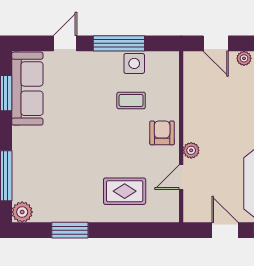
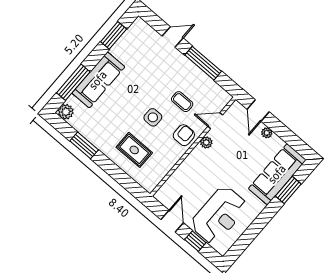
side table: (134, 63) -> (153, 117), moved
sofa: (27, 89) -> (98, 80), moved
plant: (191, 150) -> (206, 143), moved
door: (181, 177) -> (215, 121), moved

